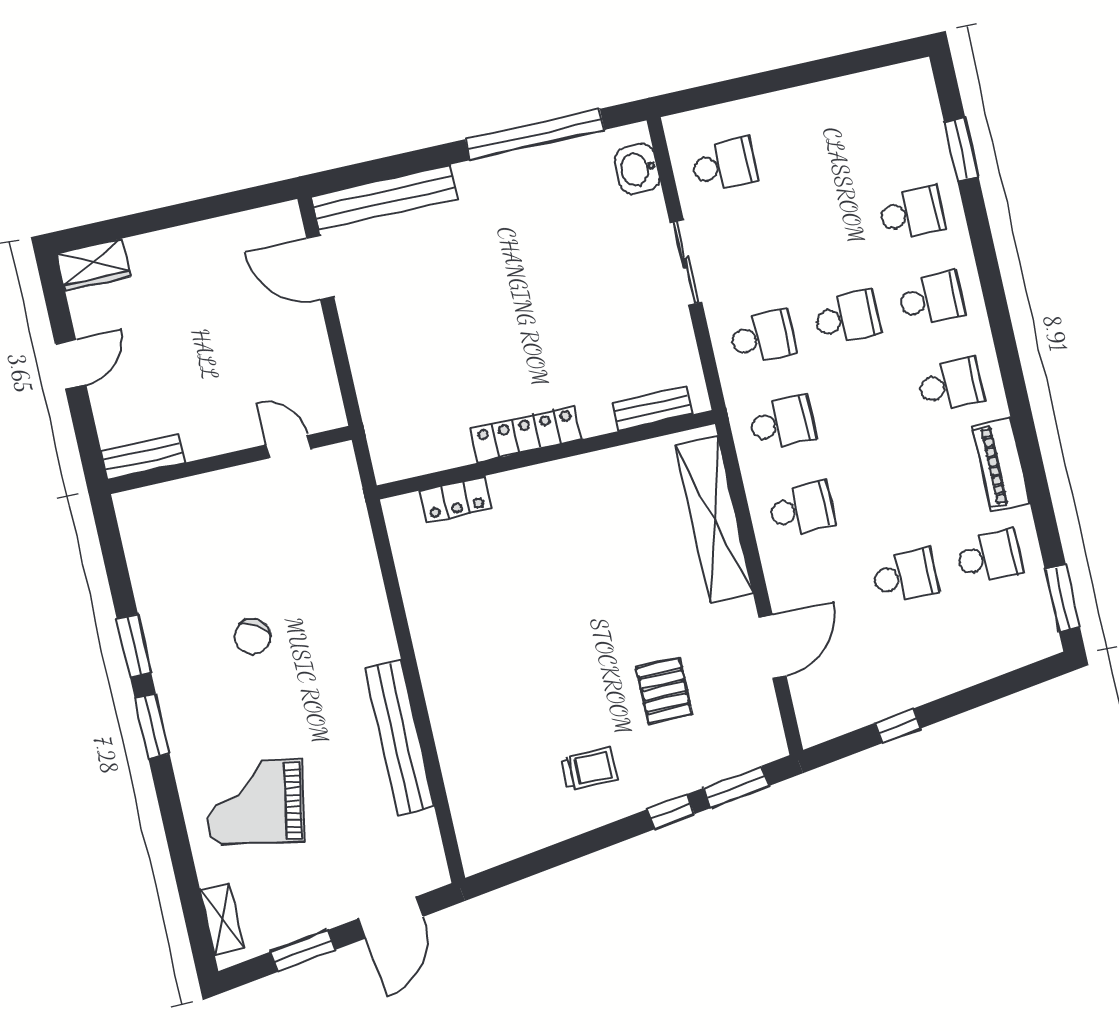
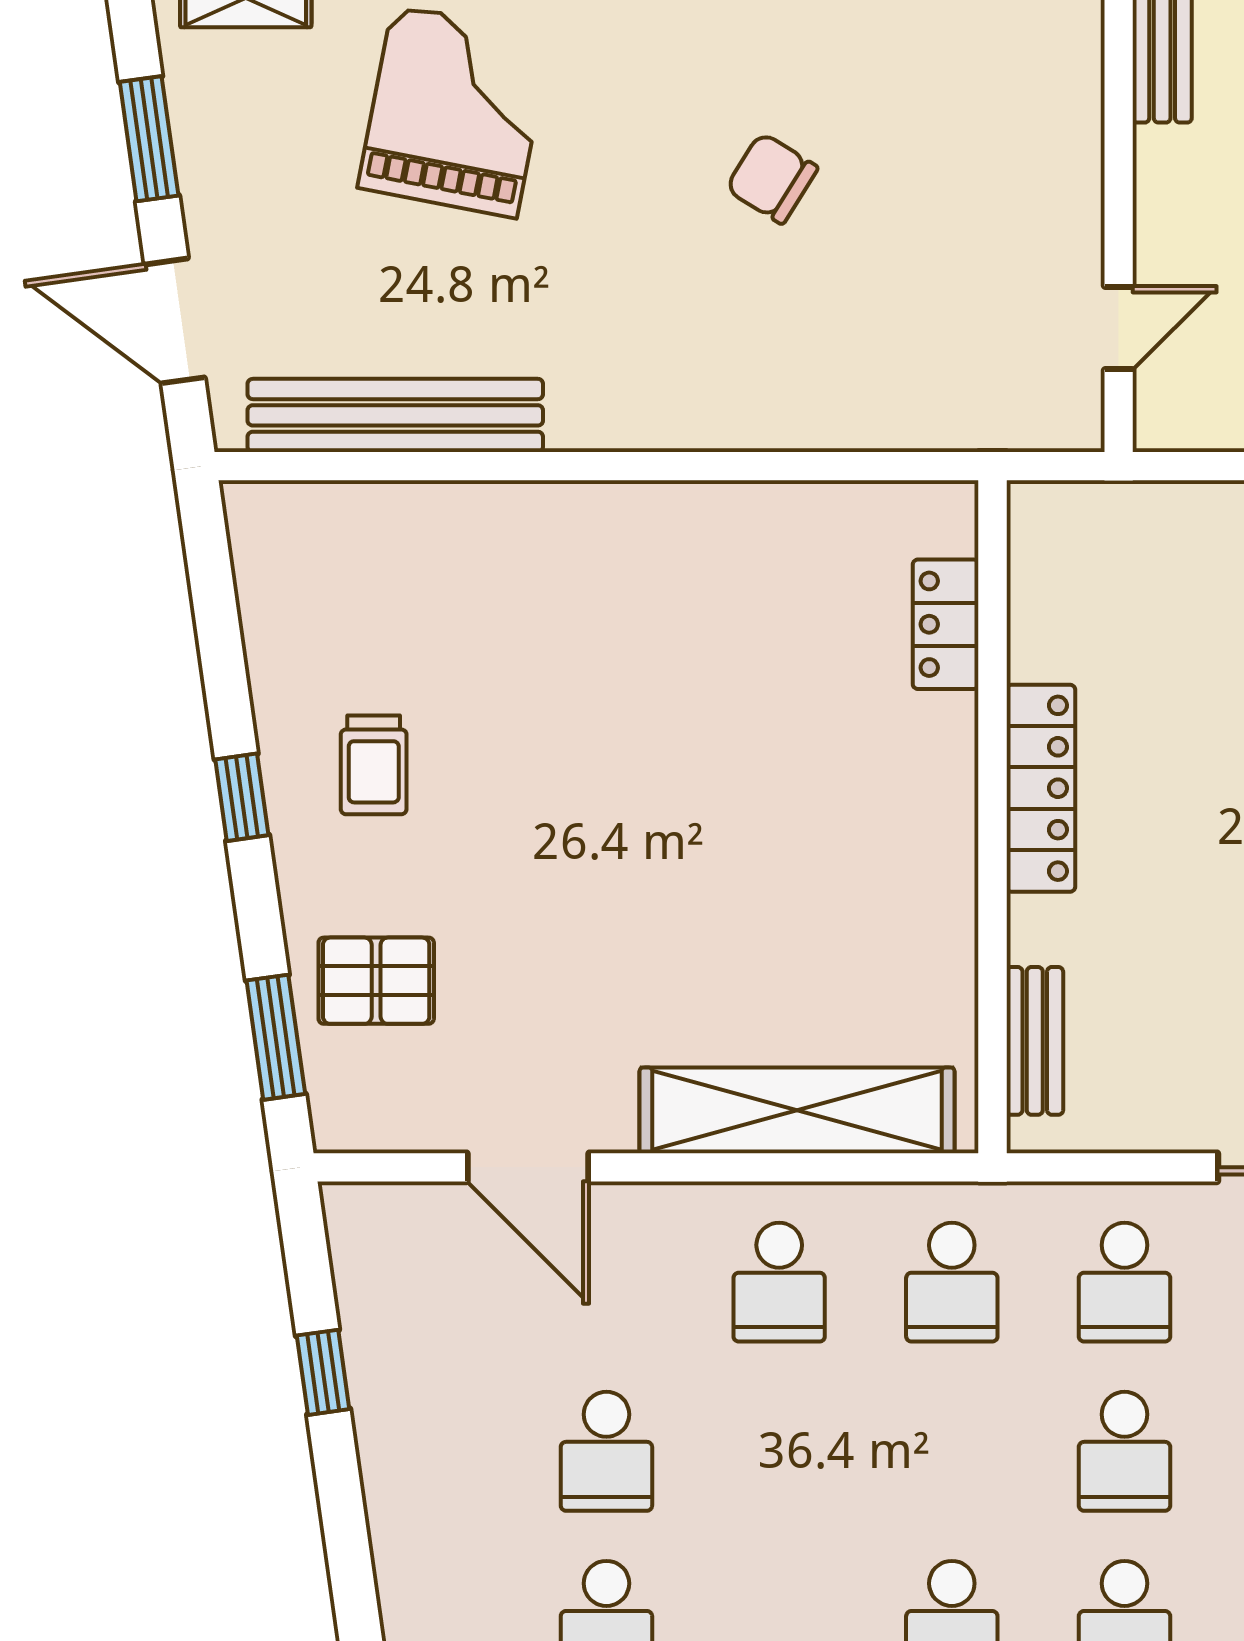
pallet: (664, 691) -> (376, 981), moved
bench: (400, 737) -> (395, 415), moved
window: (671, 812) -> (242, 797), moved

